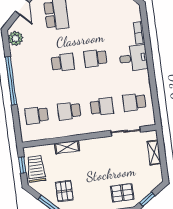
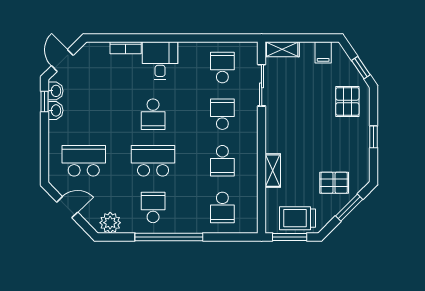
school desk: (63, 63) -> (153, 161), width x1.85
school desk: (30, 67) -> (153, 207), added
school desk: (134, 102) -> (222, 68), turned 180
shelving: (154, 152) -> (282, 49), moved
window: (22, 165) -> (290, 237), width x1.50
filing cabinet: (154, 171) -> (323, 52), added

